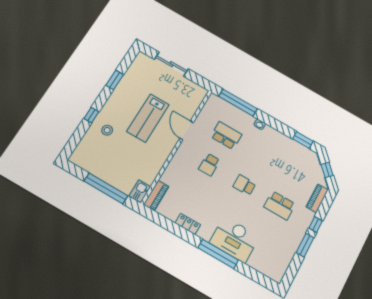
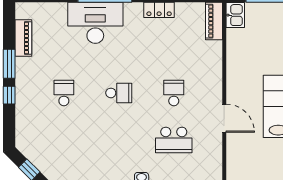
piano: (317, 198) -> (23, 38), moved
school desk: (280, 205) -> (64, 93), width x0.54

